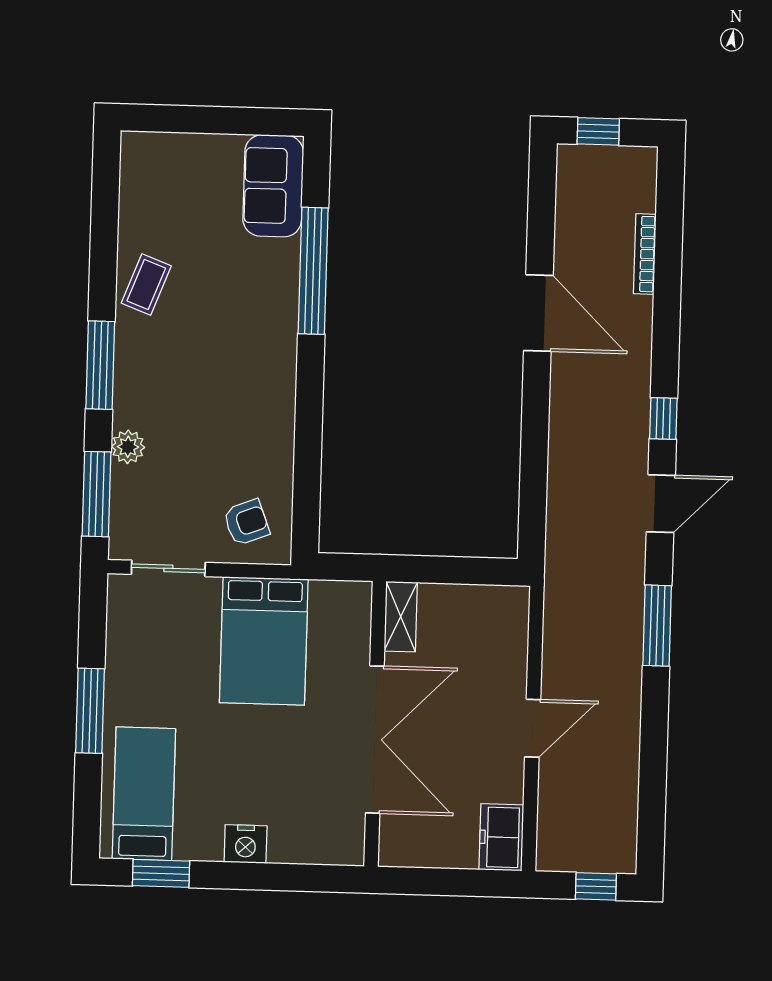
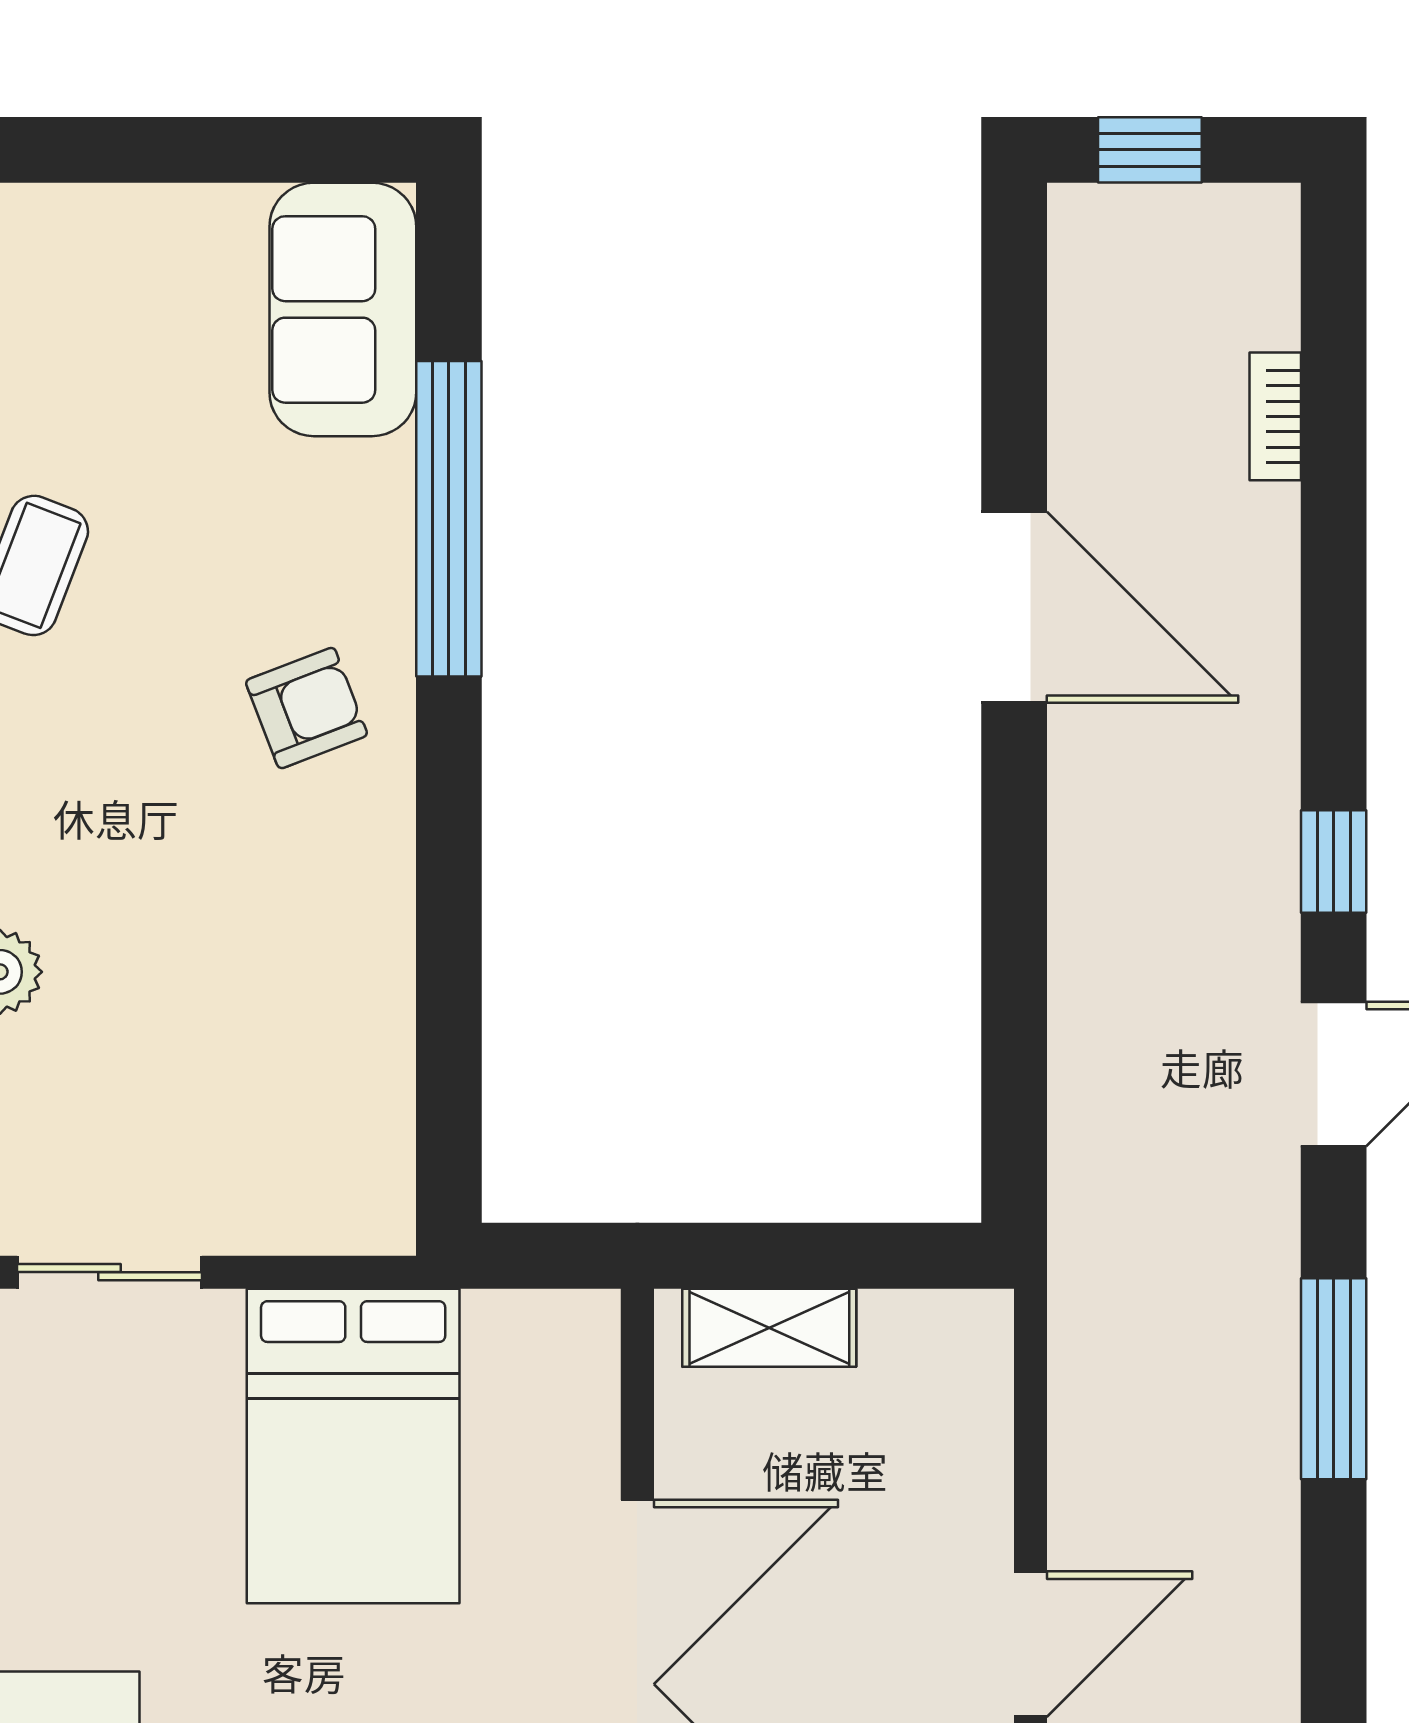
bookcase: (645, 254) -> (1275, 416), width x0.64
armchair: (246, 522) -> (306, 708), moved
shelving: (401, 617) -> (769, 1328), moved, turned 90

